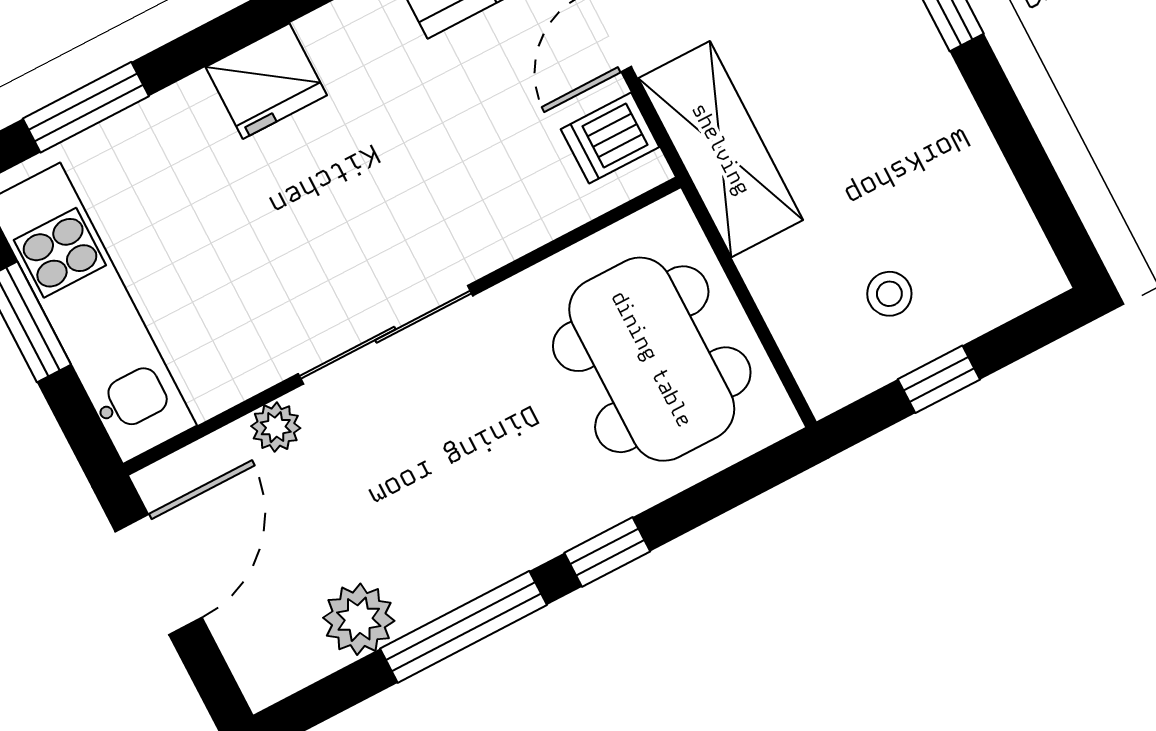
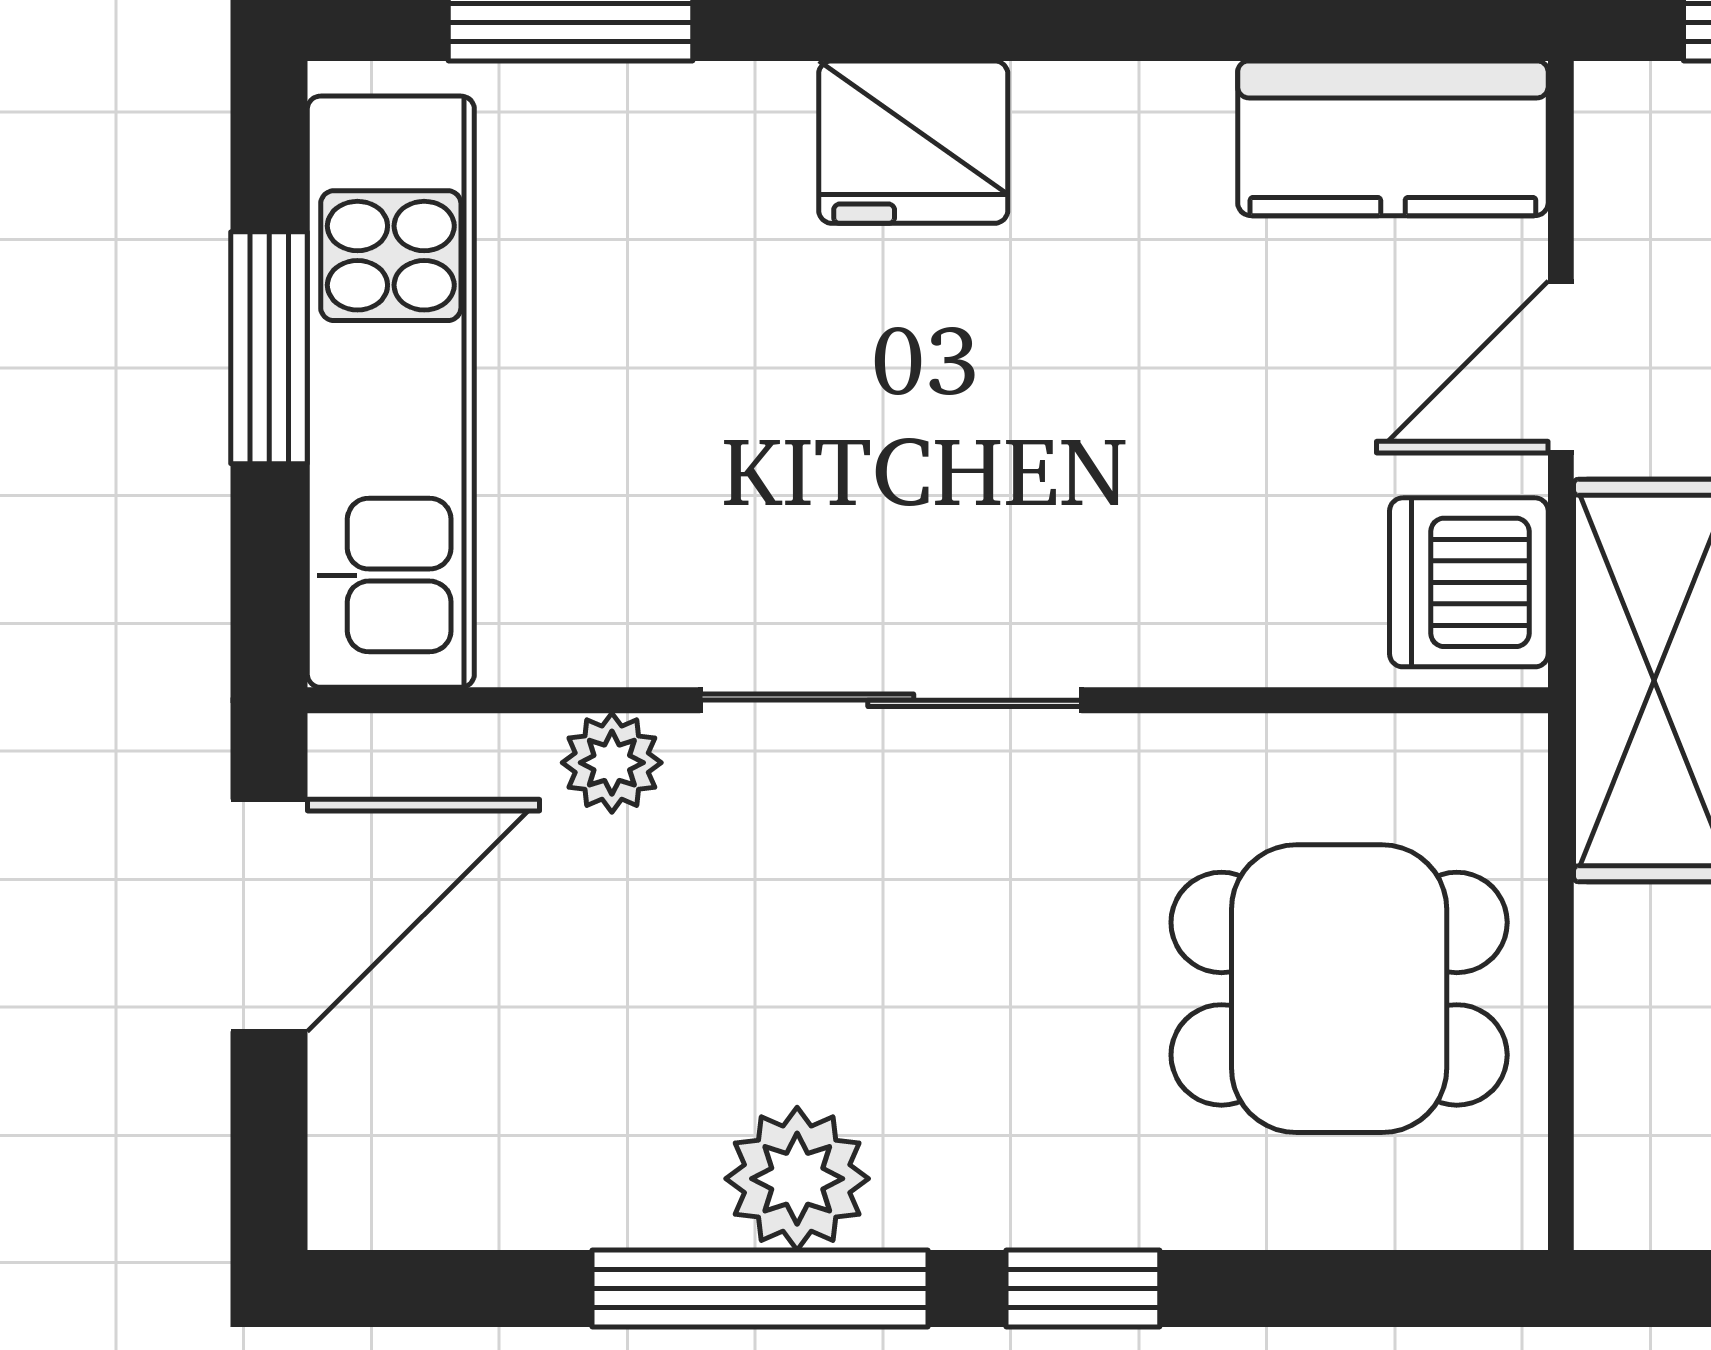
dishwasher: (610, 138) -> (1469, 582), width x1.38
dining table: (652, 359) -> (1339, 989), width x0.73
plant: (359, 619) -> (797, 1179), moved

